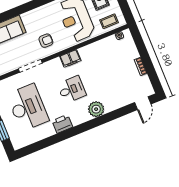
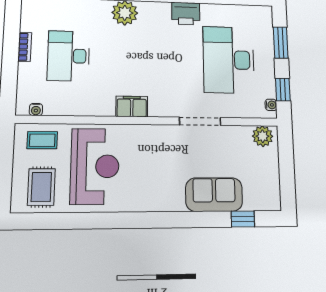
armchair: (46, 41) -> (159, 151), removed
desk: (72, 89) -> (69, 56), moved, width x1.37

